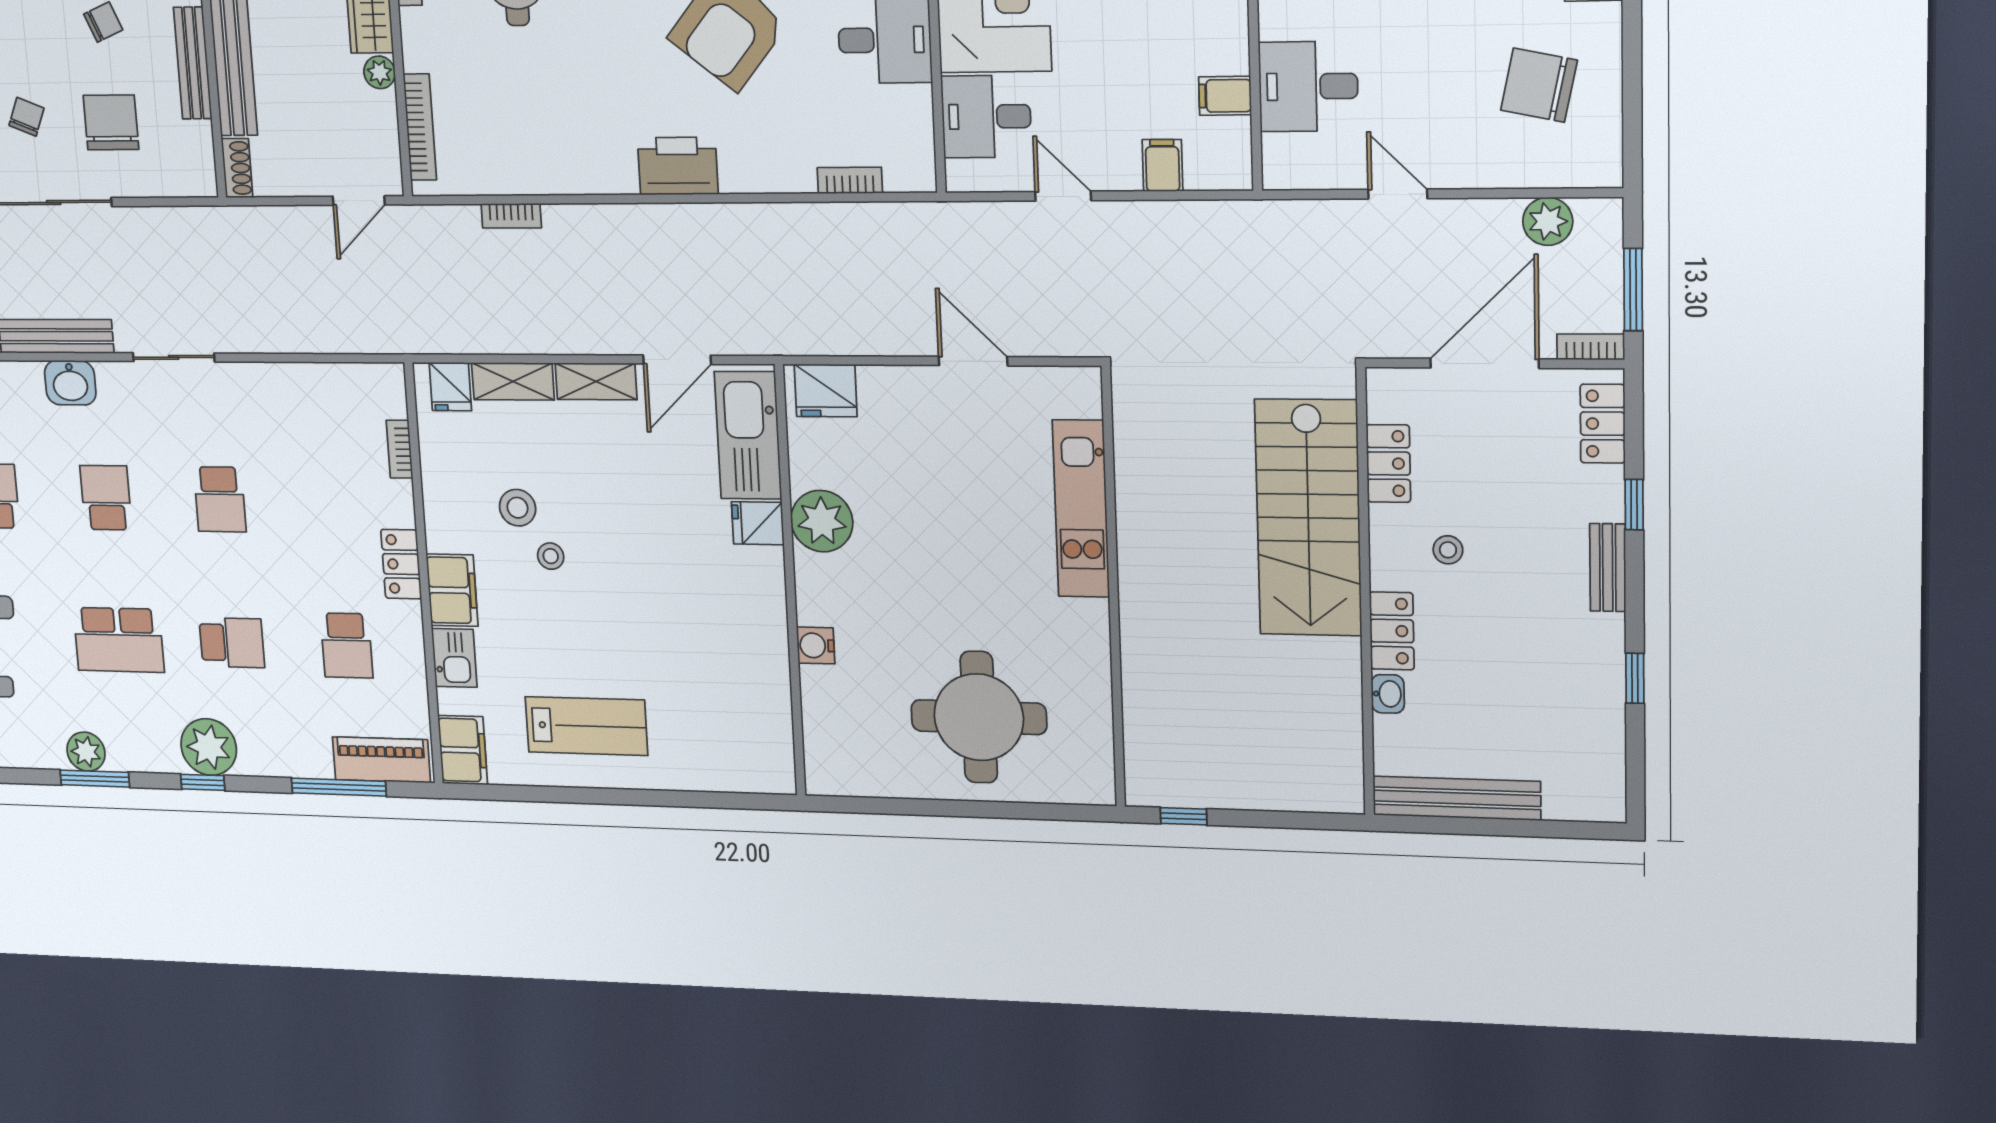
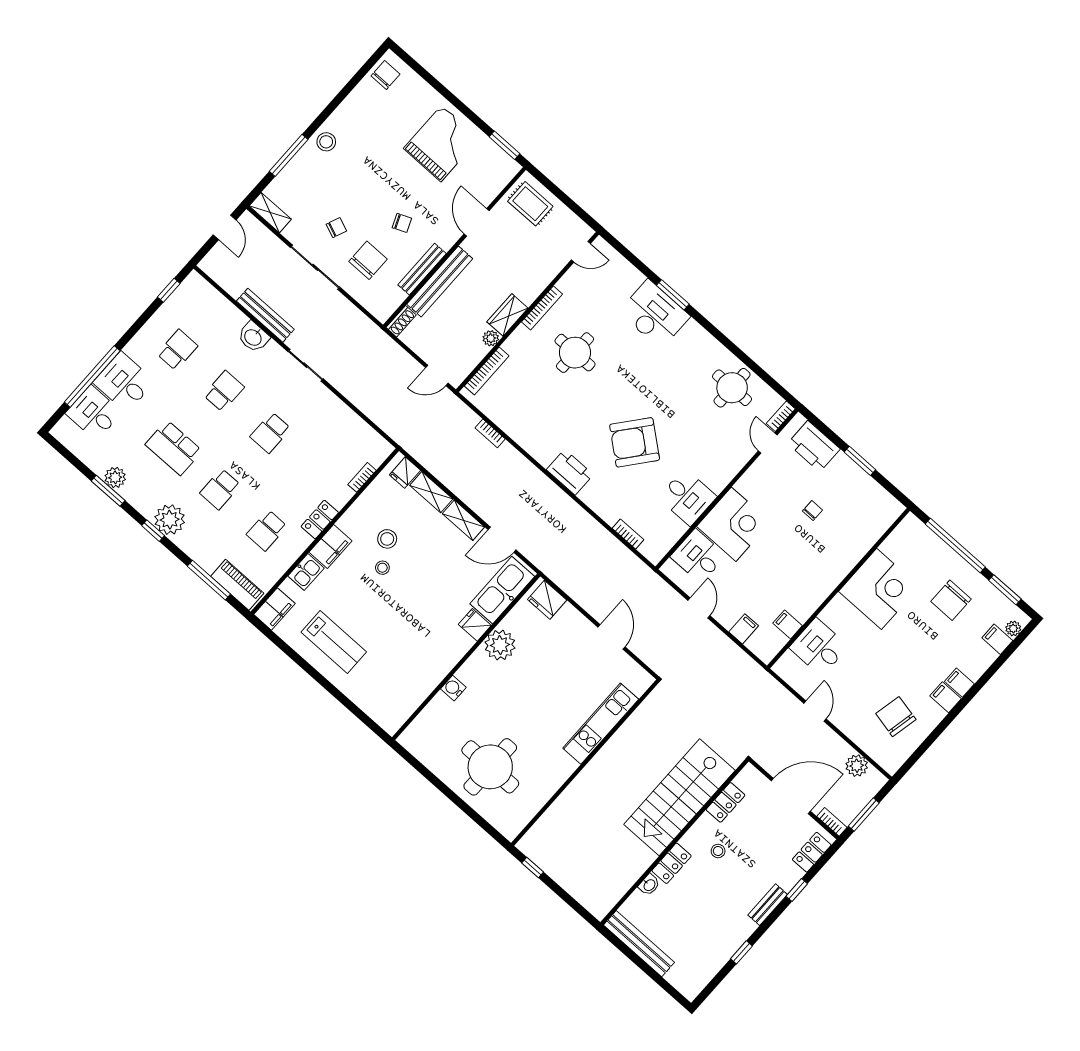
school desk: (232, 643) -> (220, 489), turned 90

